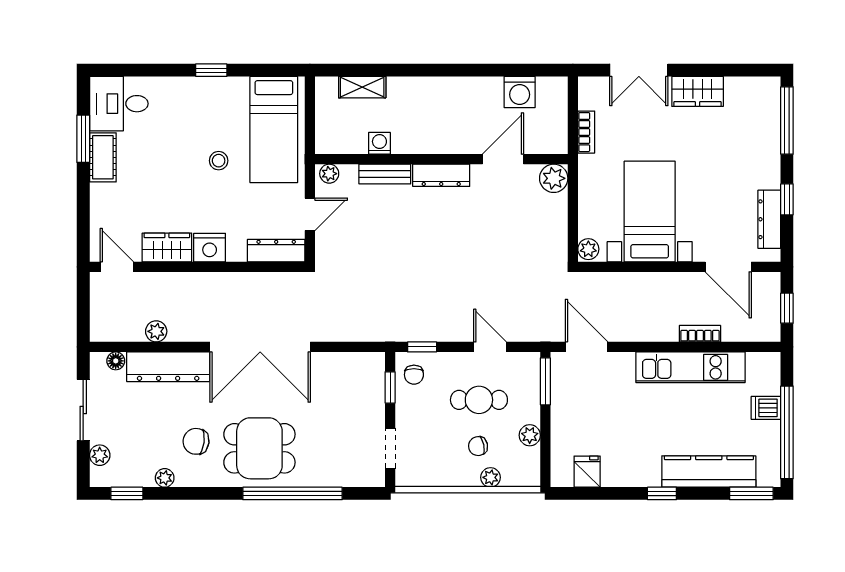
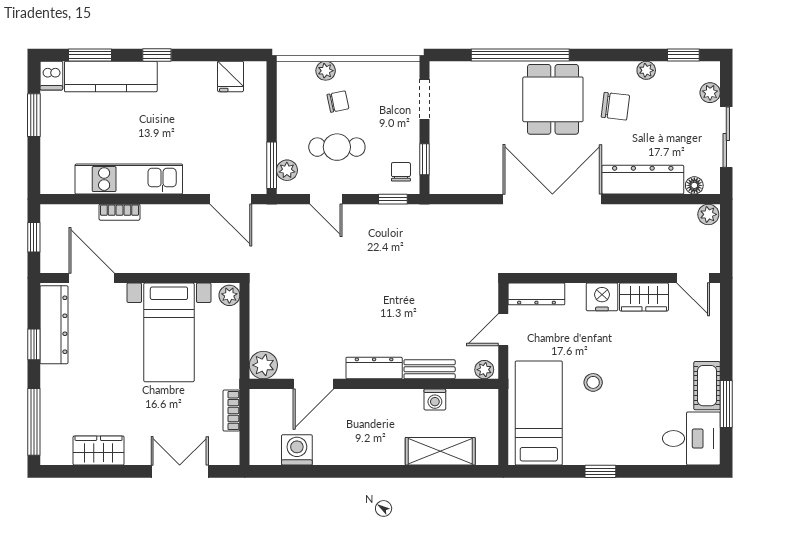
shelving: (362, 87) -> (440, 451), width x1.50, depth x1.33
wardrobe: (698, 91) -> (99, 451), moved
dresser: (769, 219) -> (54, 325), width x1.37, depth x1.24
plant: (156, 331) -> (708, 214), moved
dishwasher: (766, 408) -> (51, 76), moved, turned 90
window: (787, 432) -> (34, 115), width x0.47
plant: (530, 435) -> (287, 170), moved
dining table: (259, 448) -> (553, 99), turned 90
window: (751, 493) -> (90, 55), moved

